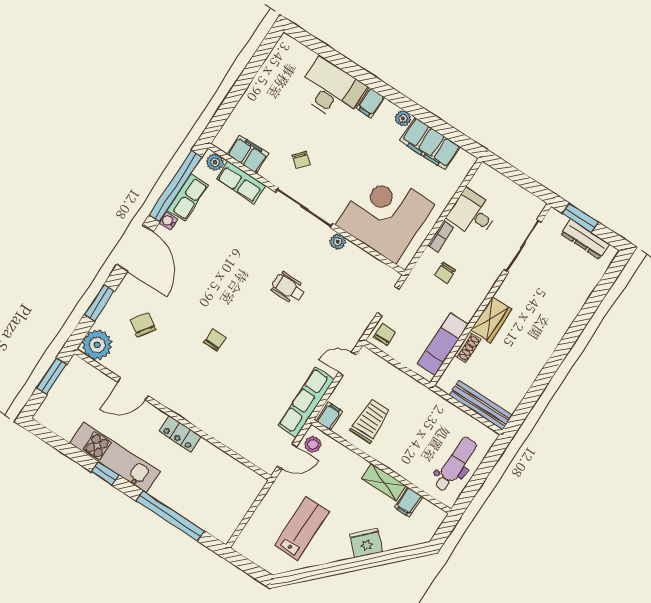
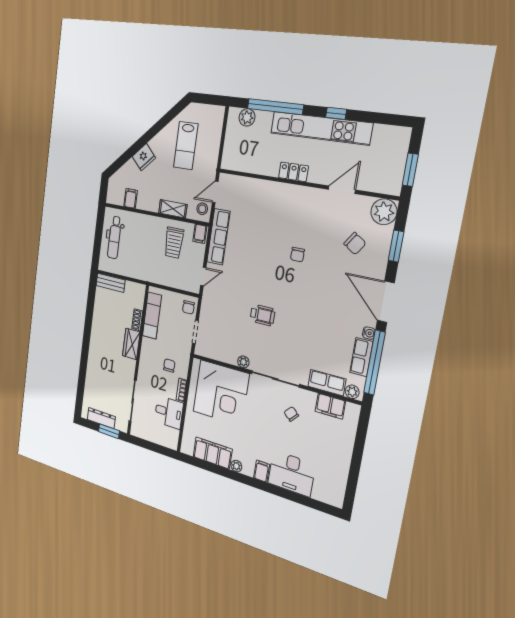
bench: (481, 405) -> (110, 283), width x0.73
kitchen unit: (115, 457) -> (321, 128), width x1.36
shelving: (384, 482) -> (173, 209), moved
plant: (209, 521) -> (247, 117), added

